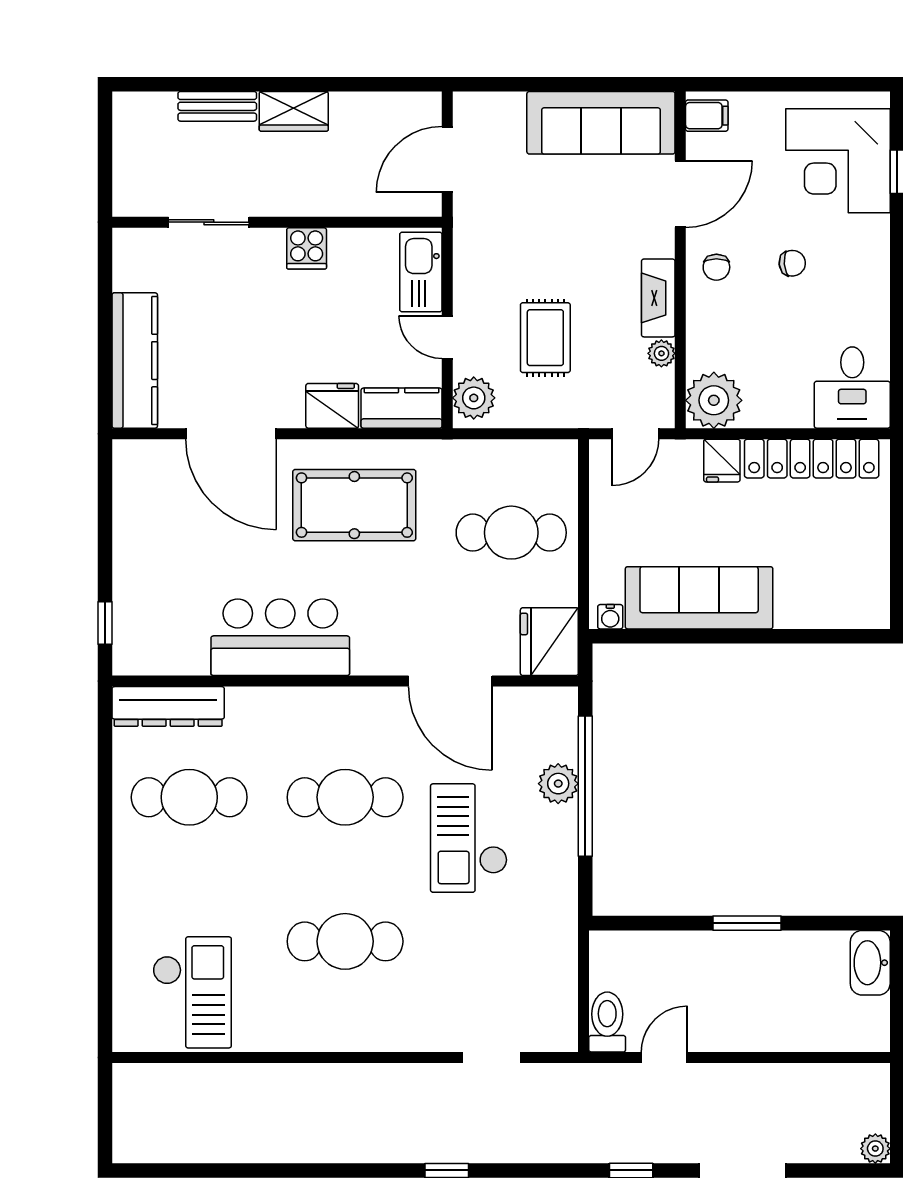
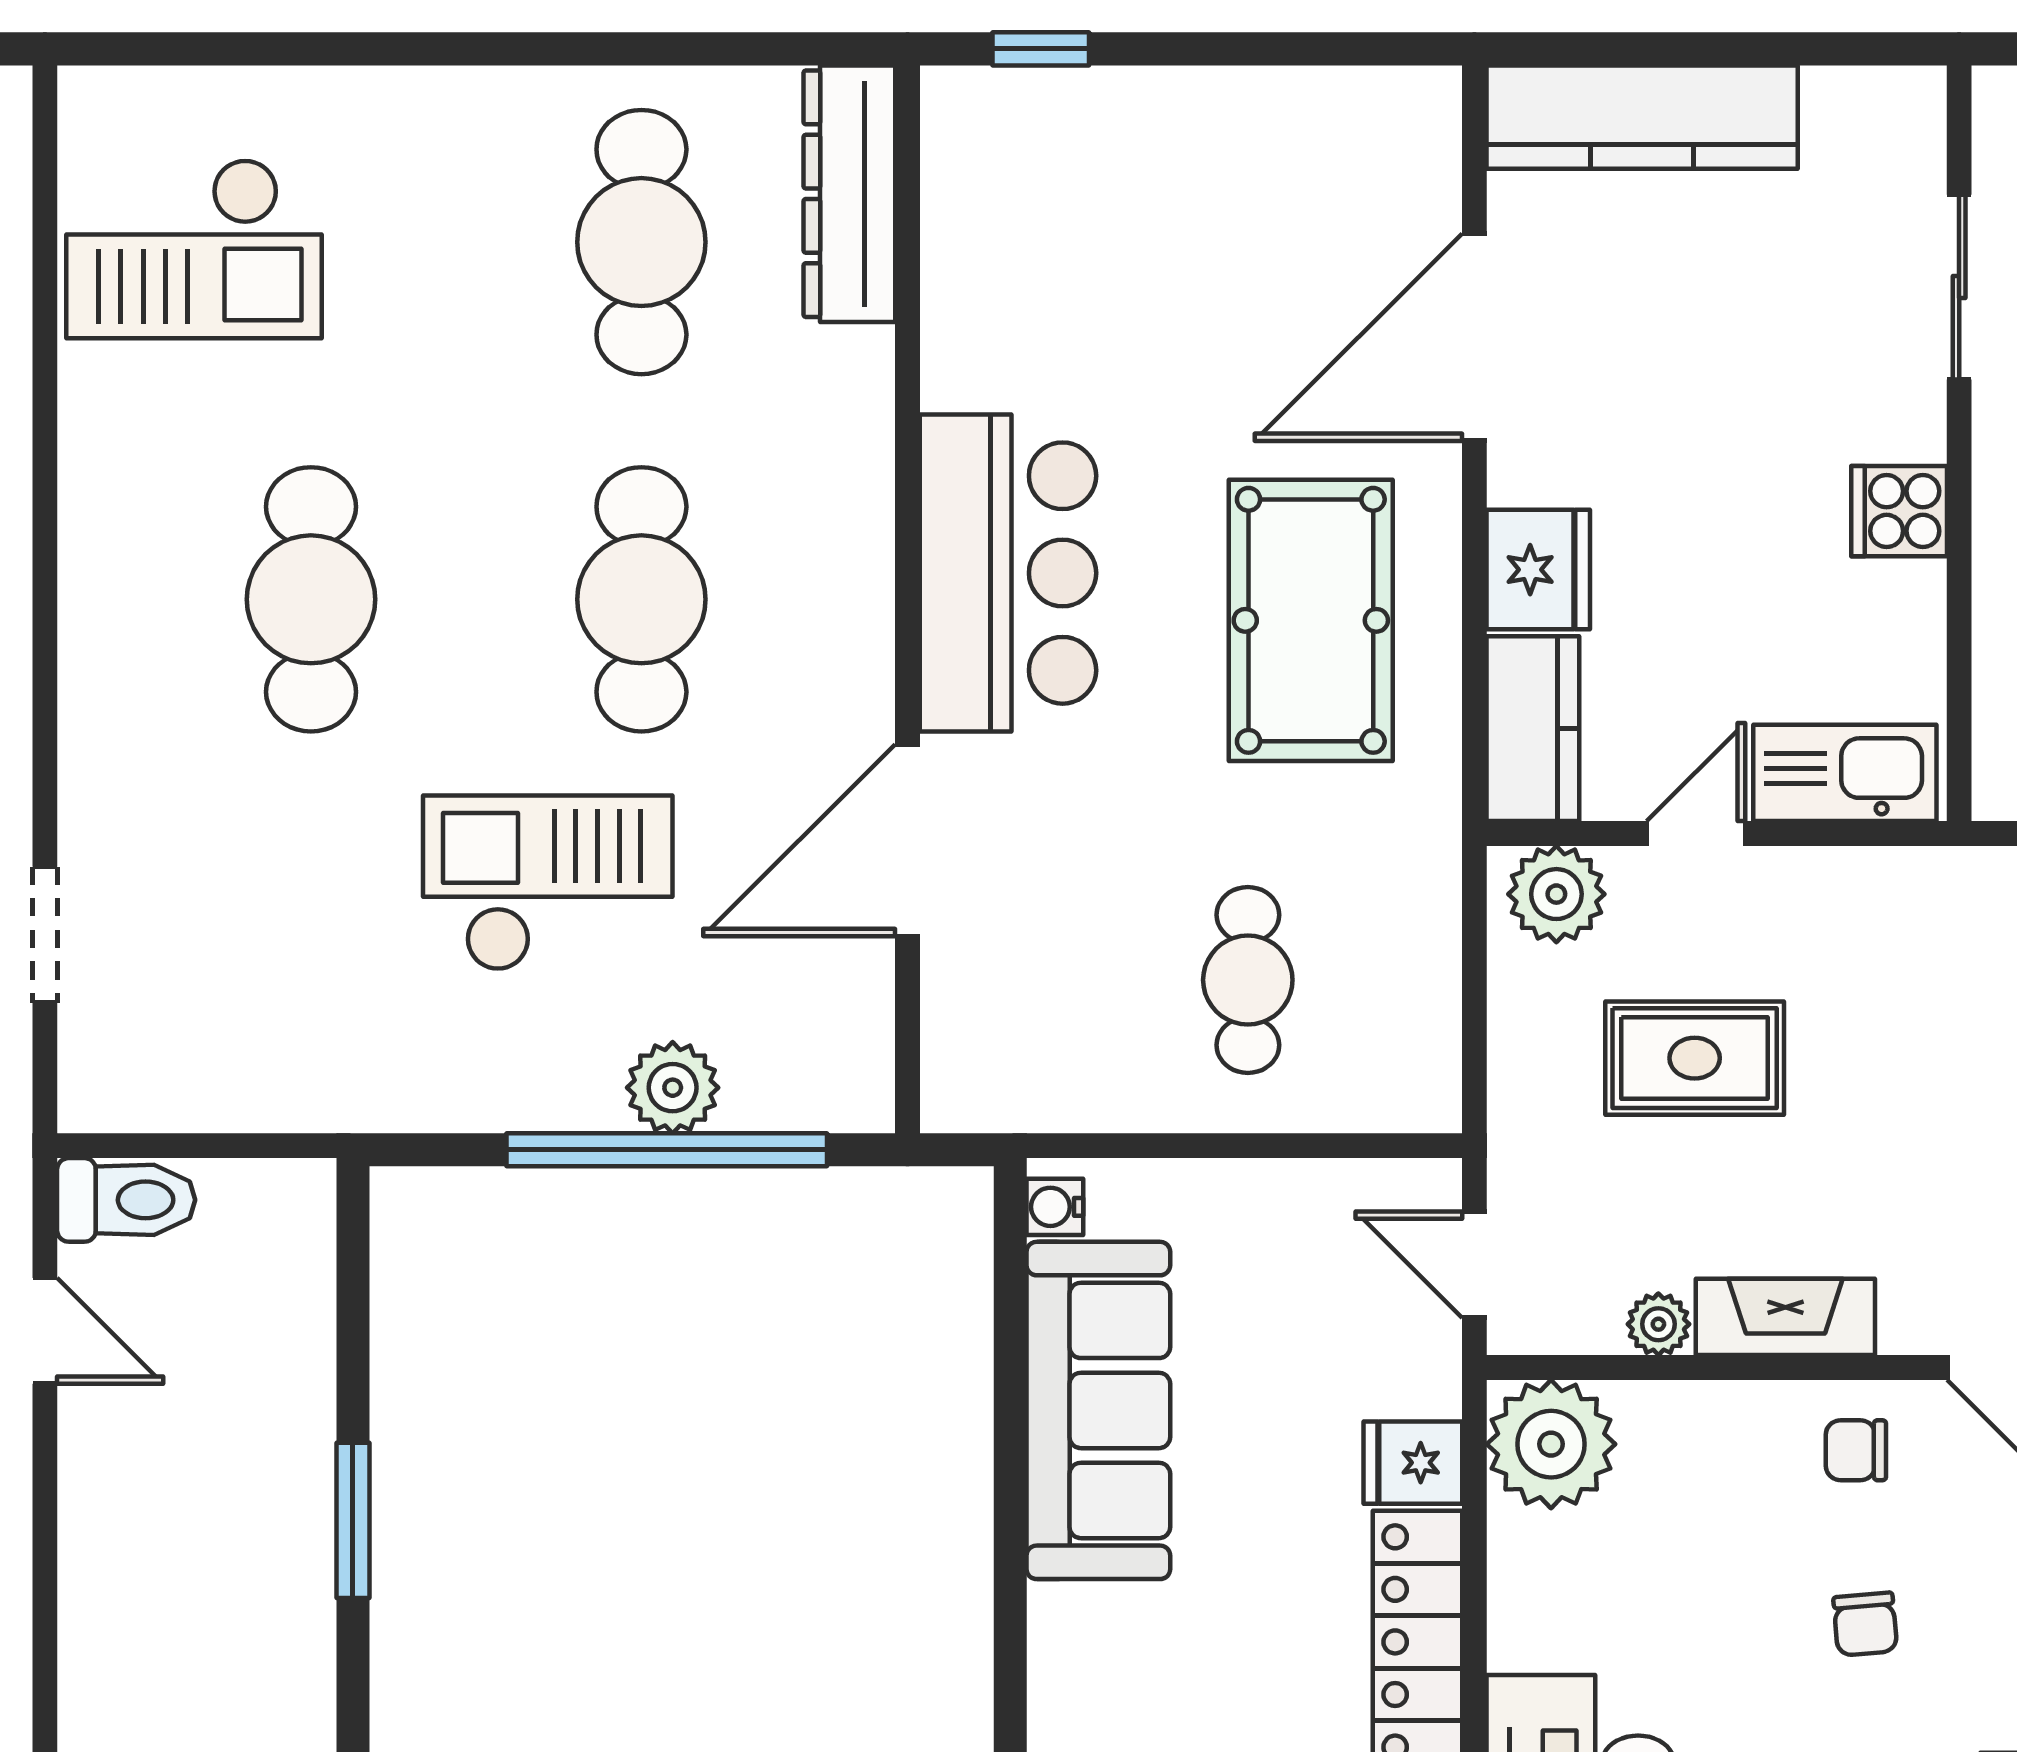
cafe table: (511, 533) -> (1248, 980), width x0.73, depth x0.74
bar counter: (280, 637) -> (1008, 573), moved
fridge: (549, 642) -> (998, 1067), removed

